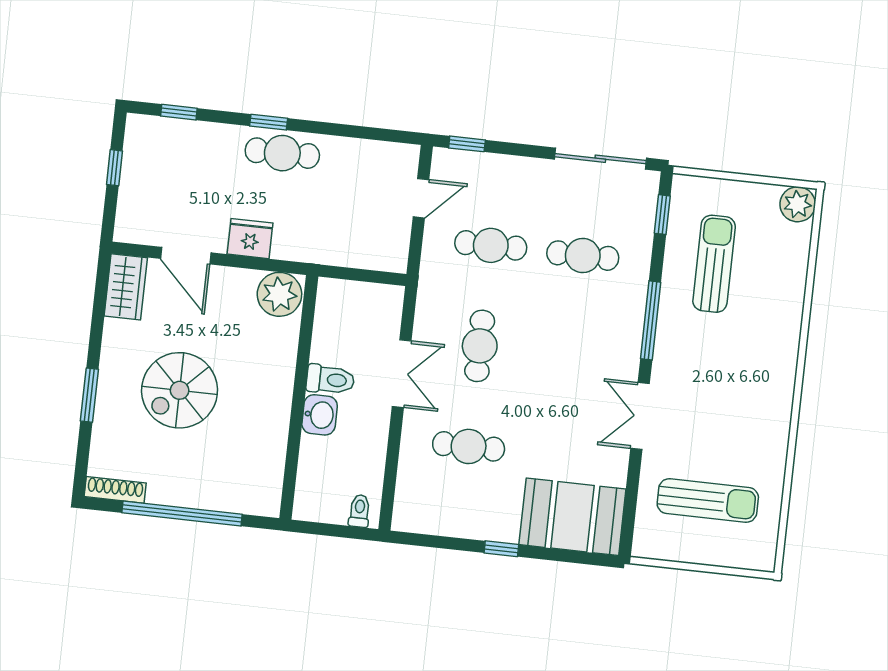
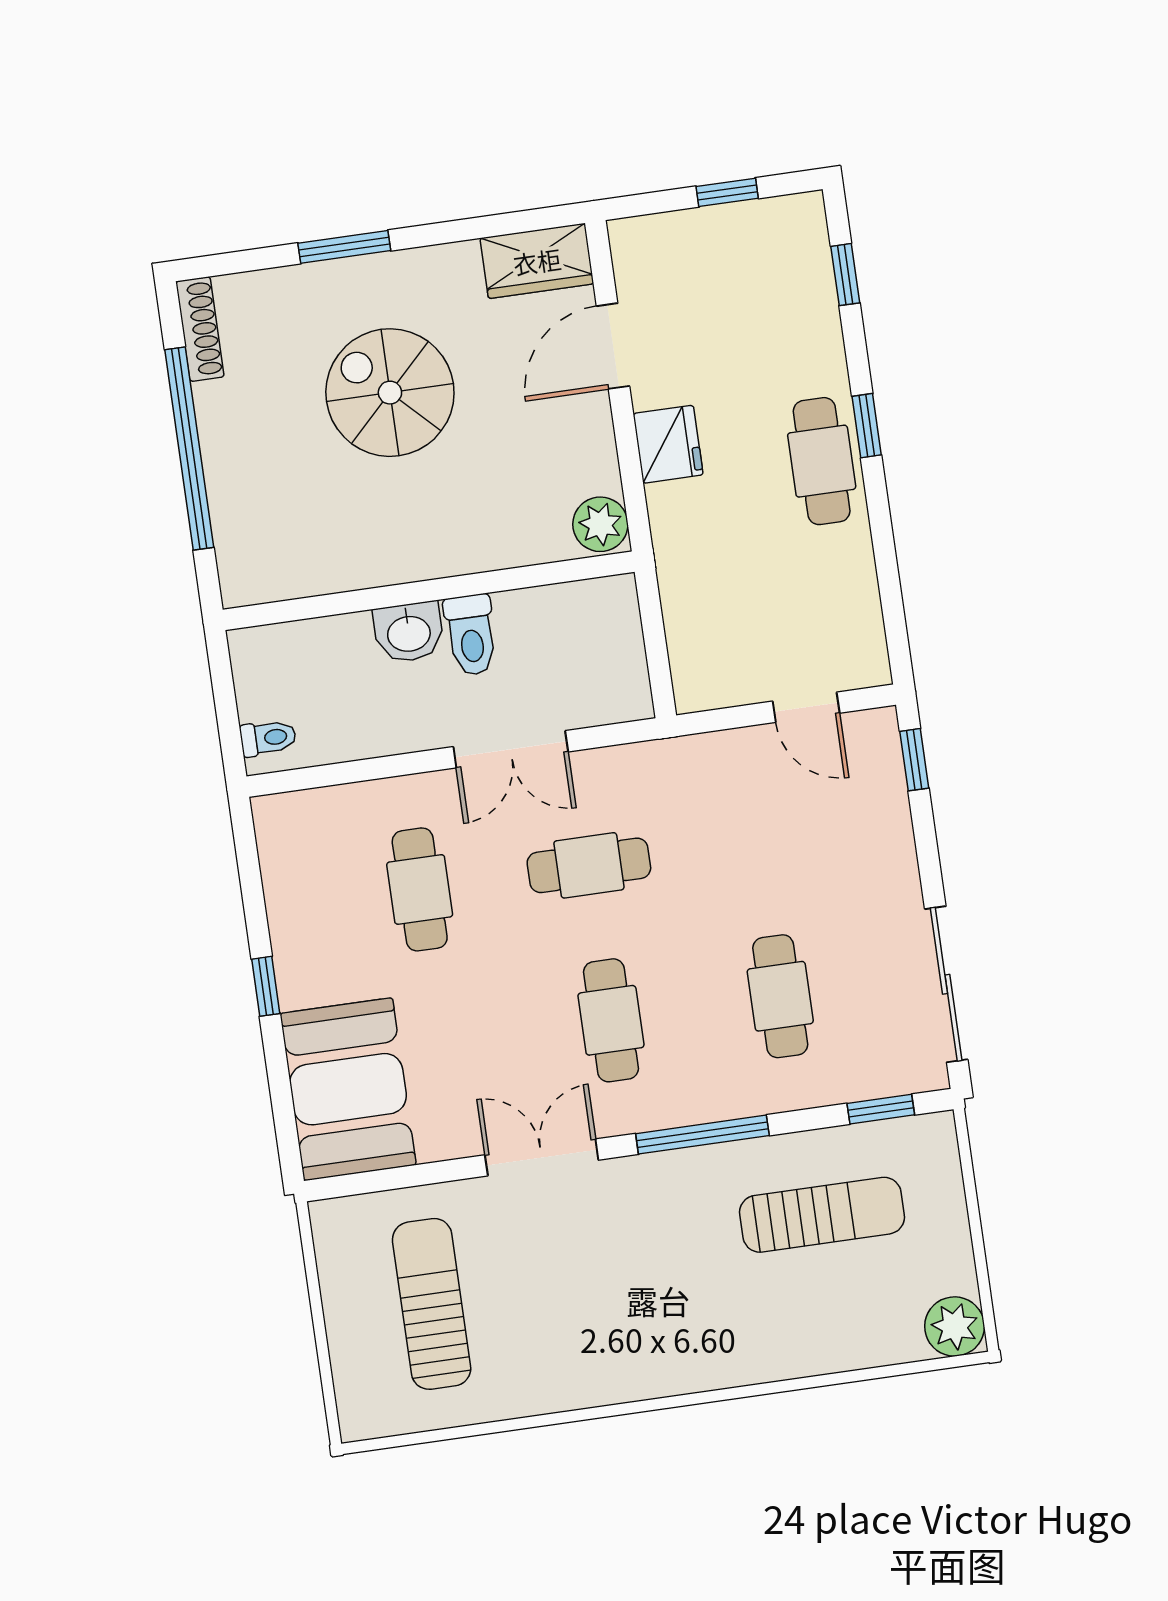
cafe table: (491, 245) -> (611, 1020), moved
plant: (279, 294) -> (600, 524), width x0.73, depth x0.73
sun lounger: (708, 501) -> (432, 1304), turned 180

